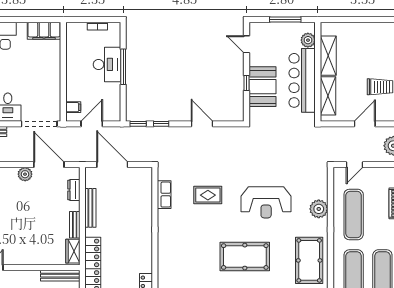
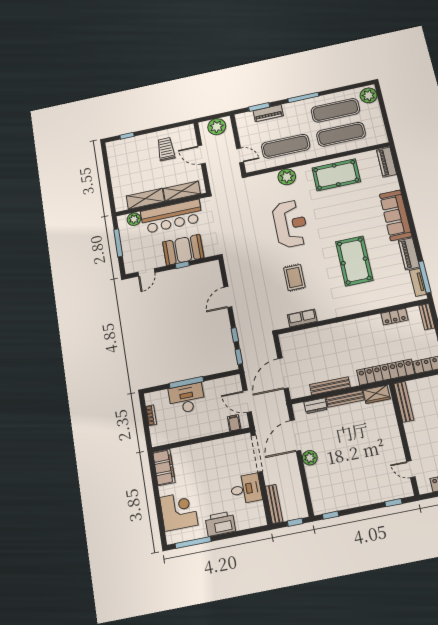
bench: (75, 225) -> (345, 399), width x1.36
pool table: (245, 257) -> (354, 261), moved

